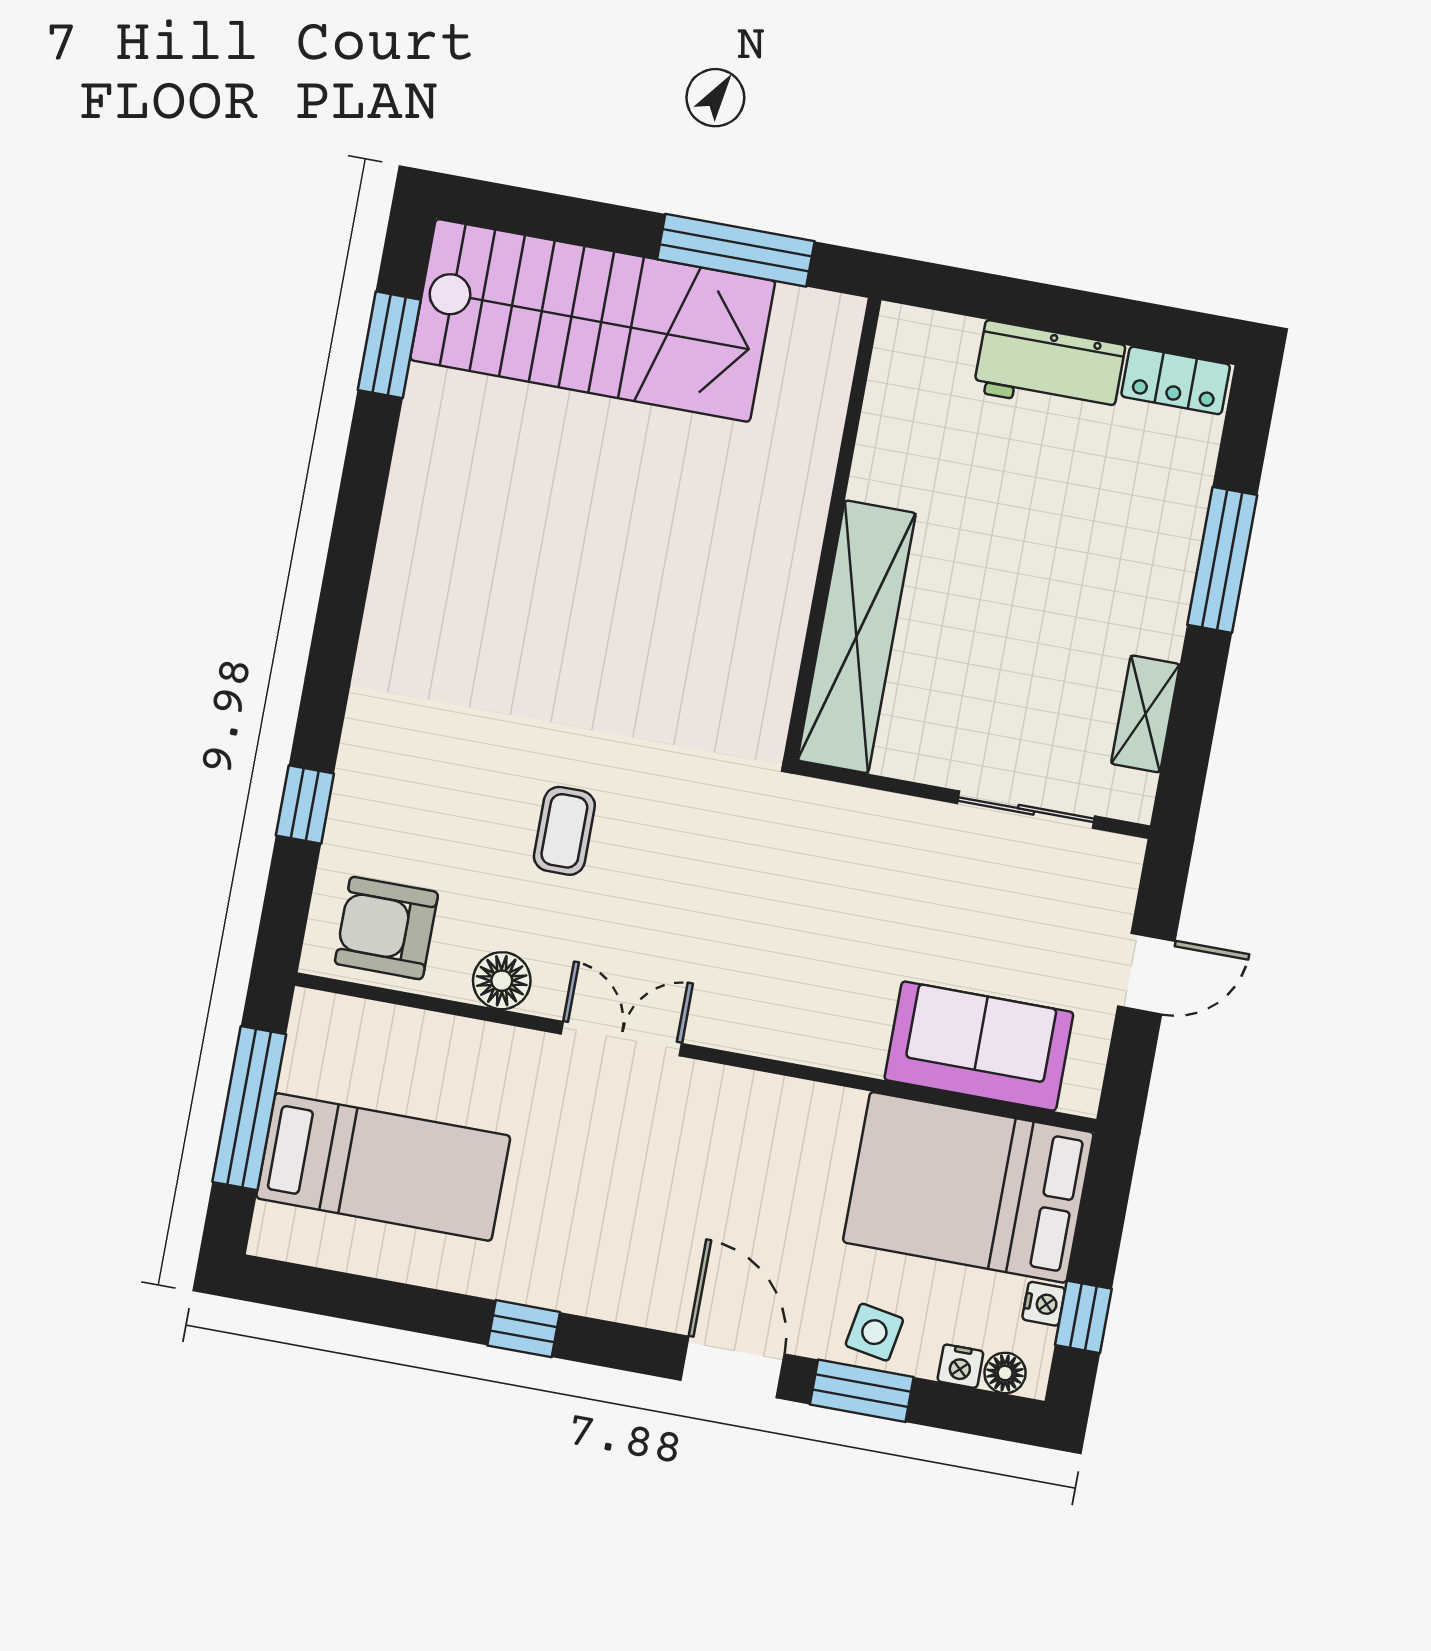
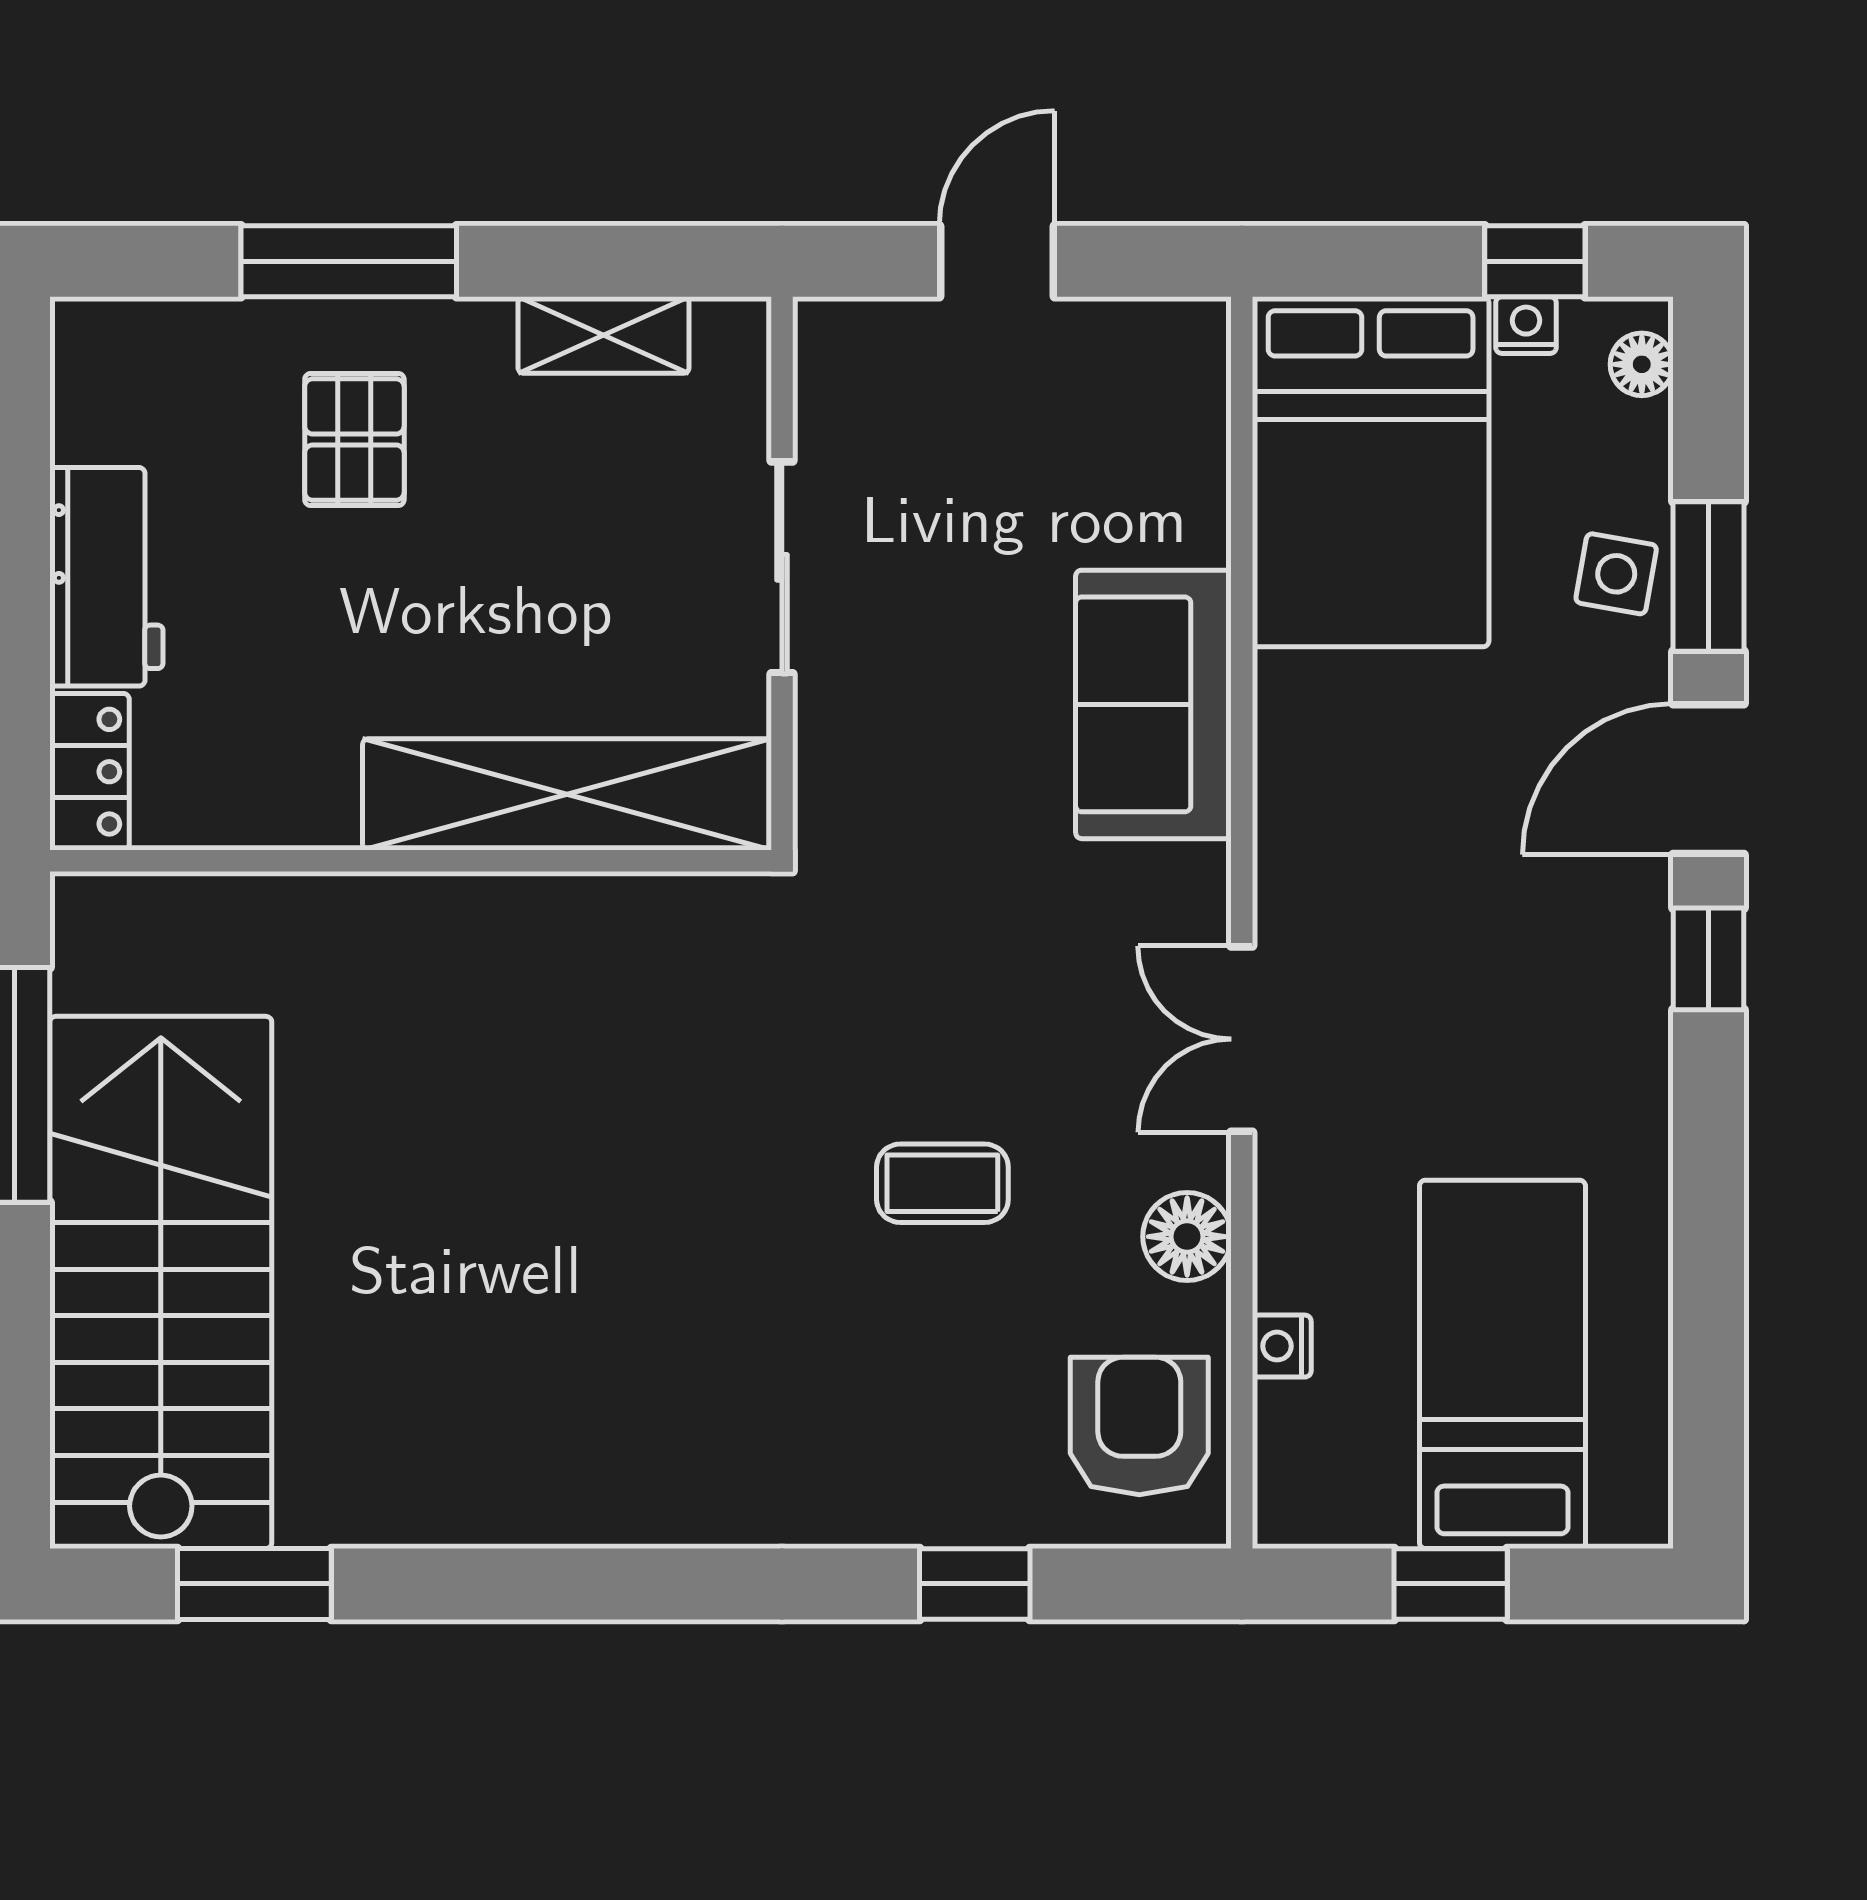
locker: (1176, 380) -> (89, 772), moved
pallet: (1108, 543) -> (354, 439), added
sliding door: (1026, 810) -> (782, 567), moved
armchair: (386, 928) -> (1139, 1426), turned 180
door: (1146, 974) -> (997, 261), hinge flipped
sofa: (979, 1046) -> (1153, 704), moved
window: (249, 1108) -> (1451, 1584), width x0.46
window: (524, 1329) -> (1709, 959), moved
nightstand: (960, 1366) -> (1282, 1346), moved, turned 180

